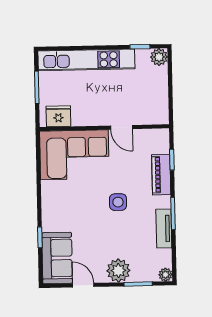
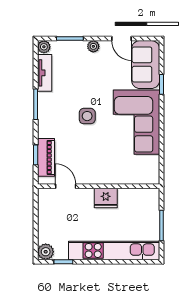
fridge: (58, 116) -> (106, 198), moved
door: (121, 127) -> (66, 186), moved
corner sofa: (74, 155) -> (137, 122), moved, turned -90
piano: (161, 175) -> (46, 157), moved
tv unit: (164, 229) -> (45, 73), moved
plant: (118, 271) -> (93, 46), width x0.53, depth x0.53

